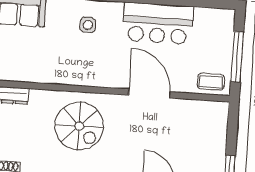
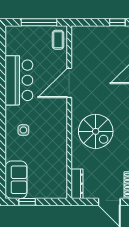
spiral stairs: (79, 126) -> (96, 131), turned 90

